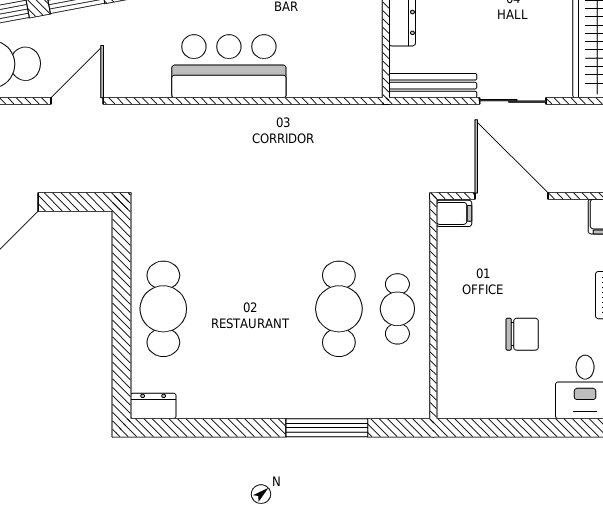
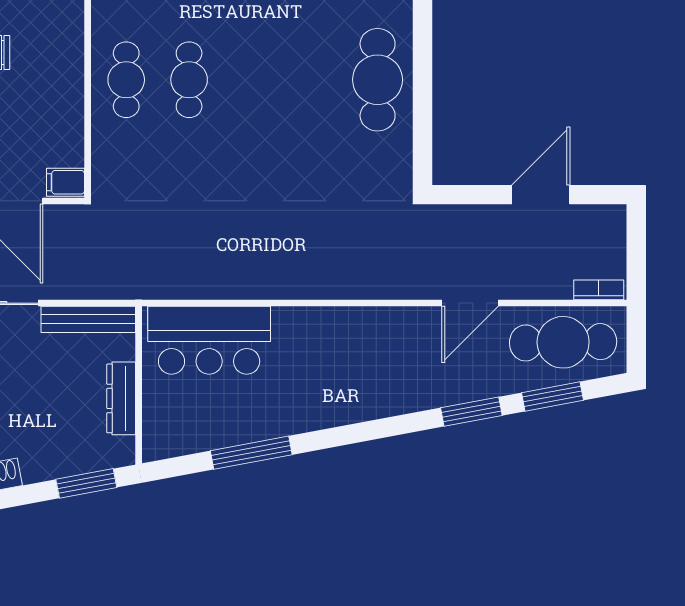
bar counter: (229, 66) -> (209, 340), moved
cafe table: (339, 309) -> (189, 80), width x0.73, depth x0.74

